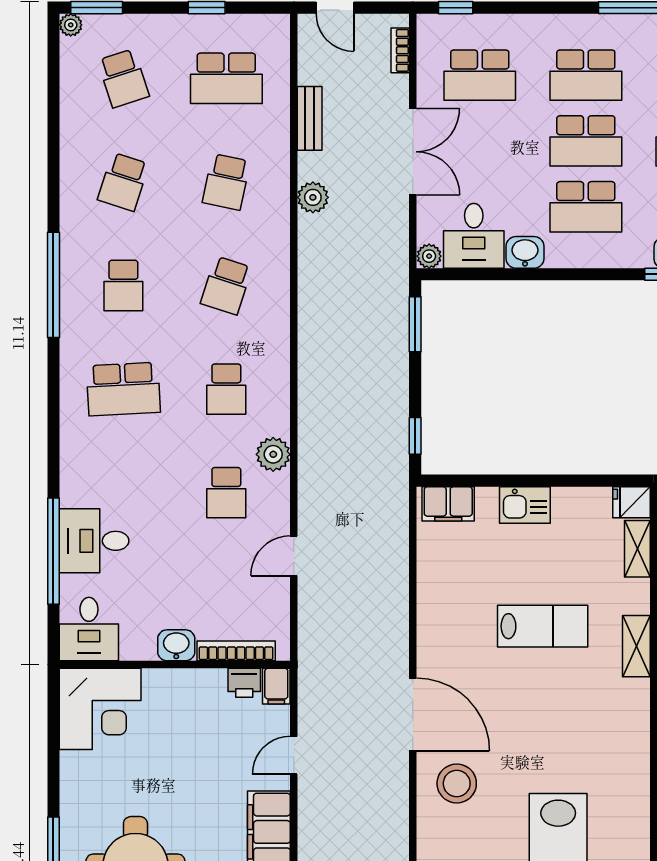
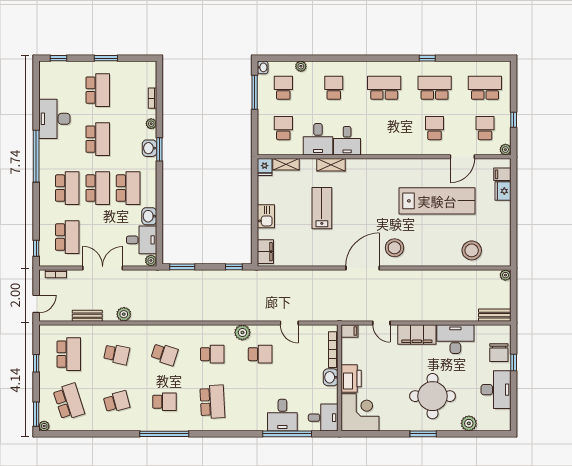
school desk: (123, 78) -> (69, 402), width x1.85
school desk: (123, 182) -> (117, 402), turned -33
printer: (244, 683) -> (351, 379), moved, width x1.87, depth x1.48

